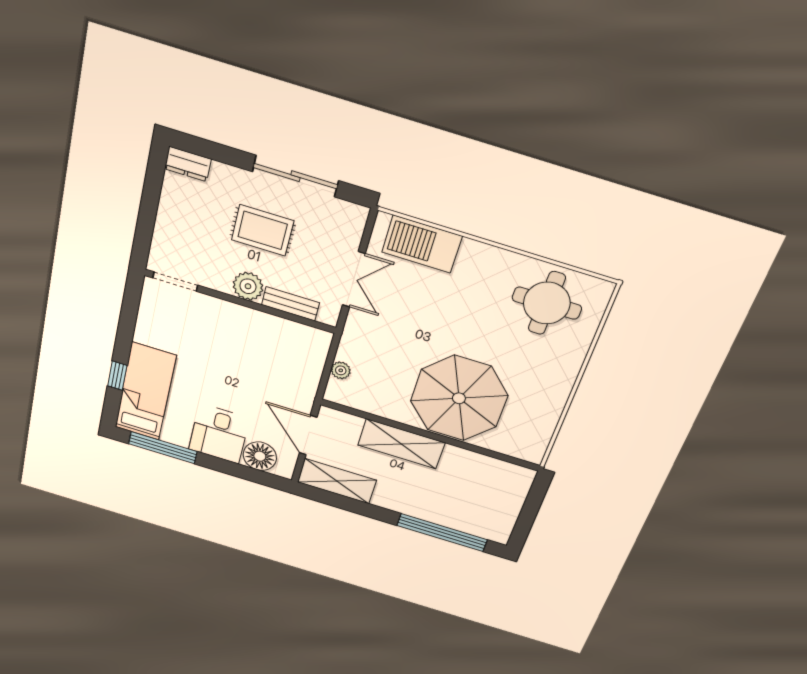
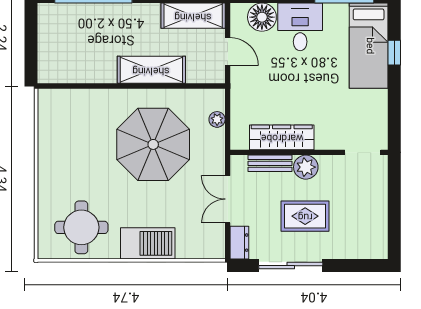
dresser: (188, 164) -> (239, 243), moved, turned 90
barbecue: (422, 244) -> (148, 243), moved
wardrobe: (269, 328) -> (282, 137), added
parasol: (459, 398) -> (153, 144), moved
door: (308, 435) -> (228, 51), width x0.73

